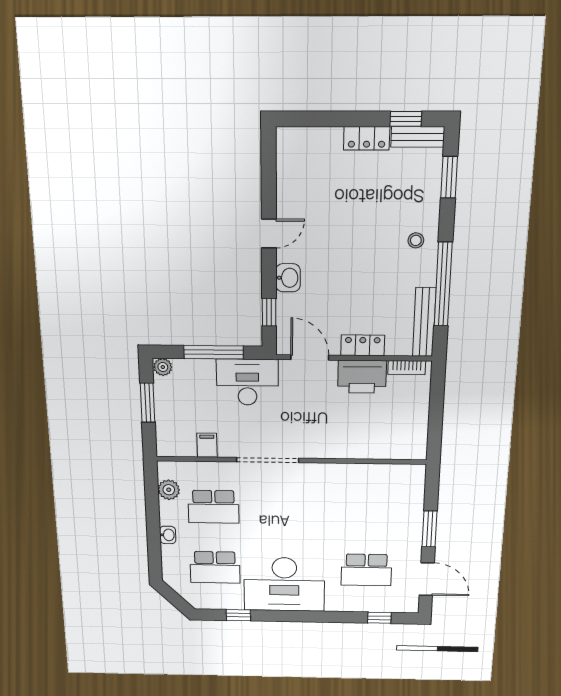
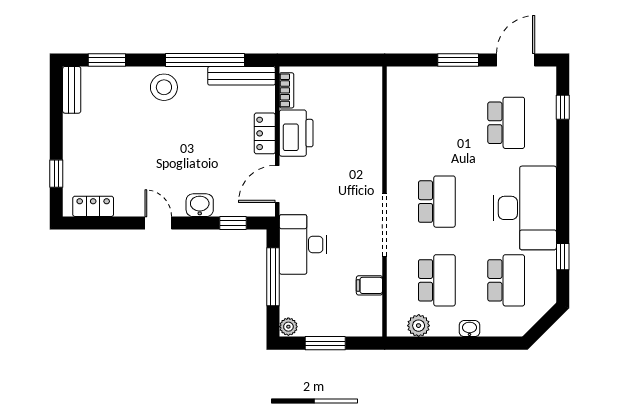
window: (406, 119) -> (56, 174), moved
locker: (367, 138) -> (93, 206), moved, turned -90
stool: (416, 240) -> (164, 87), width x1.89, depth x1.89
school desk: (291, 508) -> (437, 202), added

